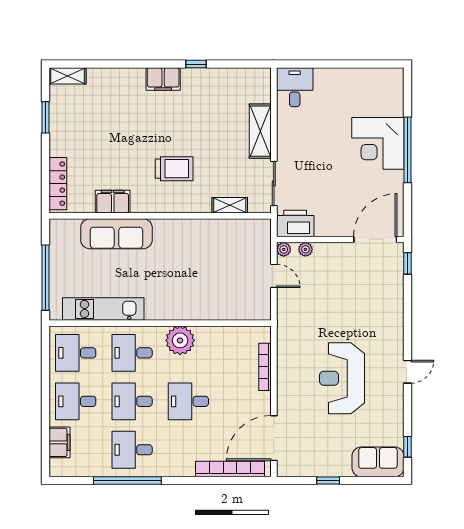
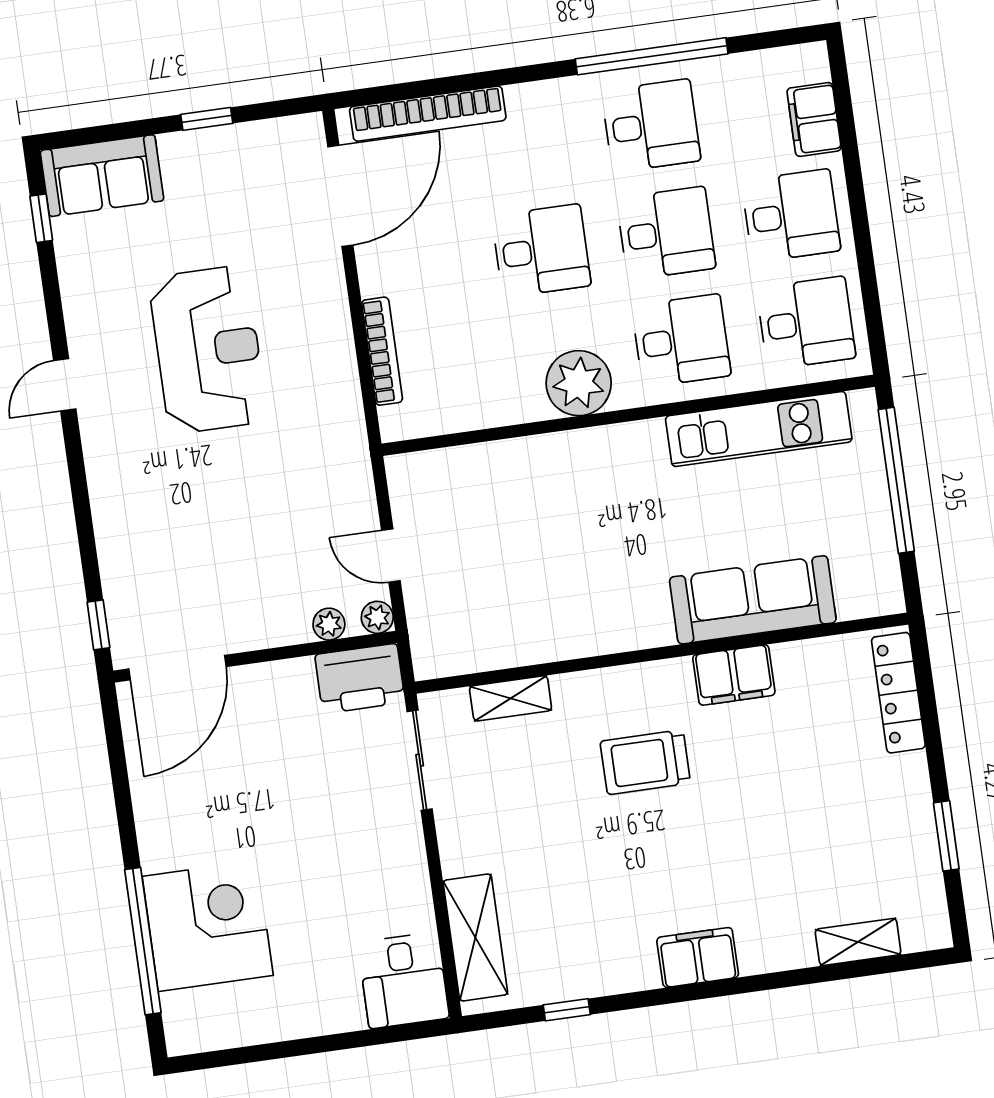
window: (196, 64) -> (567, 1010), moved
shelving: (68, 76) -> (858, 942), moved
shelving: (260, 131) -> (475, 938), moved
corner desk: (378, 143) -> (208, 926), moved
window: (407, 150) -> (143, 941), moved
filing cabinet: (113, 202) -> (734, 675), moved

